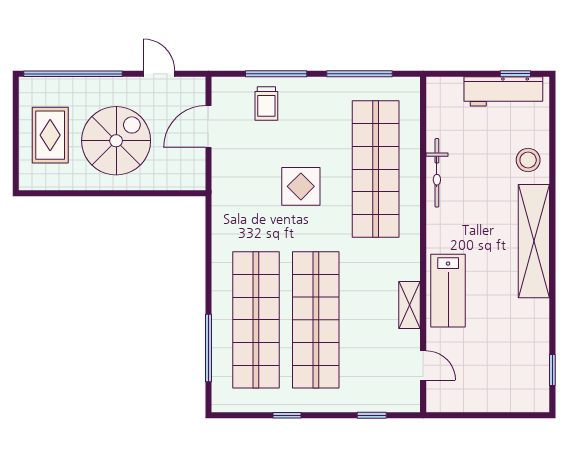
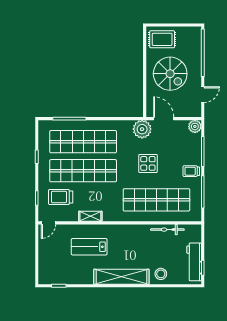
plant: (225, 90) -> (195, 126), added
trolley: (266, 104) -> (191, 171), moved
door: (208, 126) -> (164, 119), moved
rug: (50, 135) -> (162, 39), moved
bicycle: (437, 173) -> (167, 230), moved
plant: (230, 199) -> (142, 129), added
lab bench: (448, 291) -> (89, 247), moved
door: (423, 365) -> (48, 223), moved
trolley: (370, 366) -> (61, 197), added

